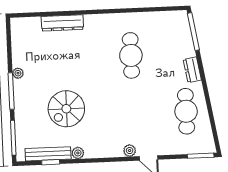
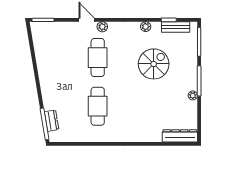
dresser: (62, 23) -> (180, 136), moved
dresser: (192, 70) -> (52, 121), moved
cafe table: (186, 111) -> (98, 58), moved
bench: (48, 154) -> (176, 27), width x0.73

